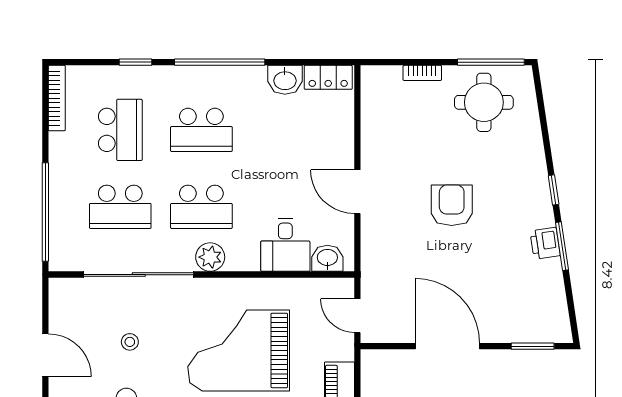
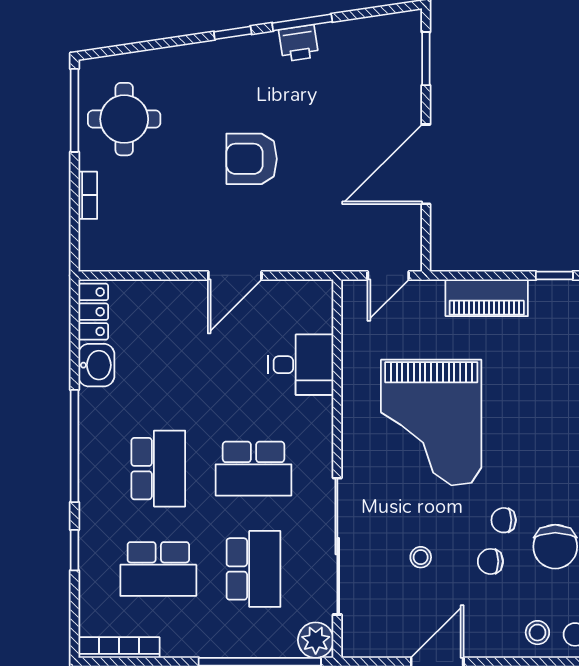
school desk: (120, 130) -> (158, 569), turned 180
school desk: (201, 207) -> (253, 469), turned 90
plant: (210, 257) -> (316, 640), moved
washbasin: (327, 258) -> (317, 313), removed

